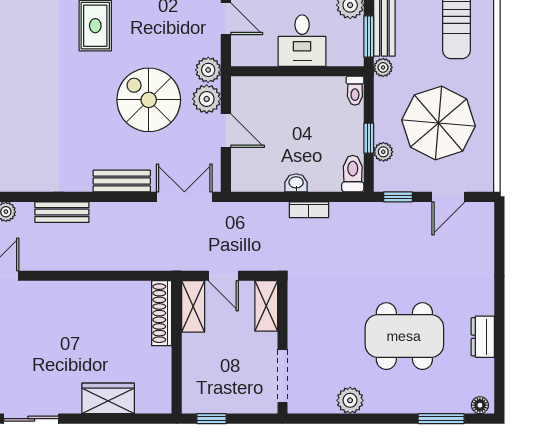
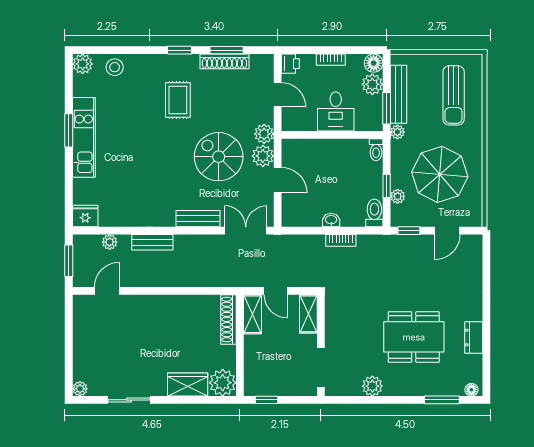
plant: (154, 396) -> (223, 383), added

